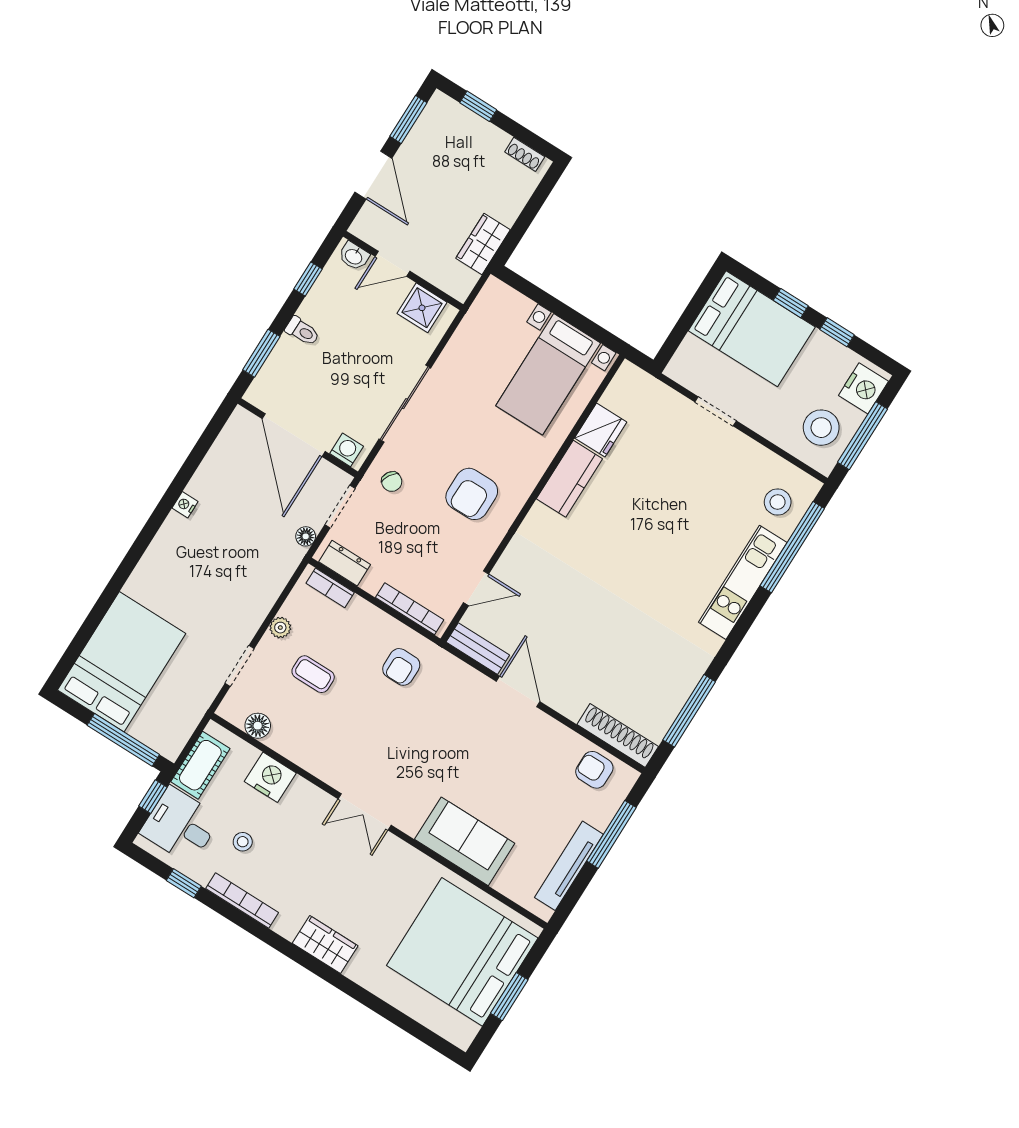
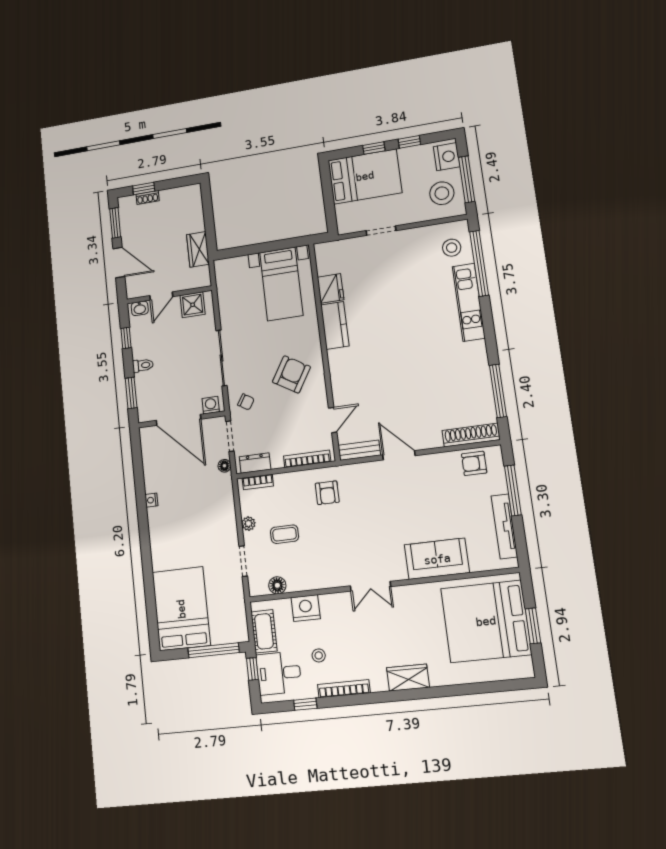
shoe rack: (525, 154) -> (148, 197), moved
armchair: (472, 494) -> (291, 374), turned -149

